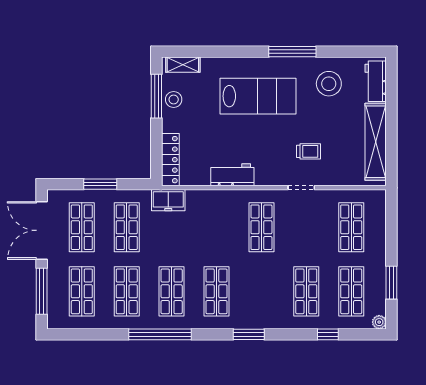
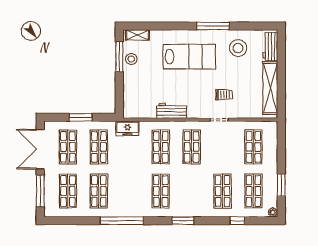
locker: (170, 160) -> (129, 100), removed
shop shelf: (172, 291) -> (161, 147), moved

